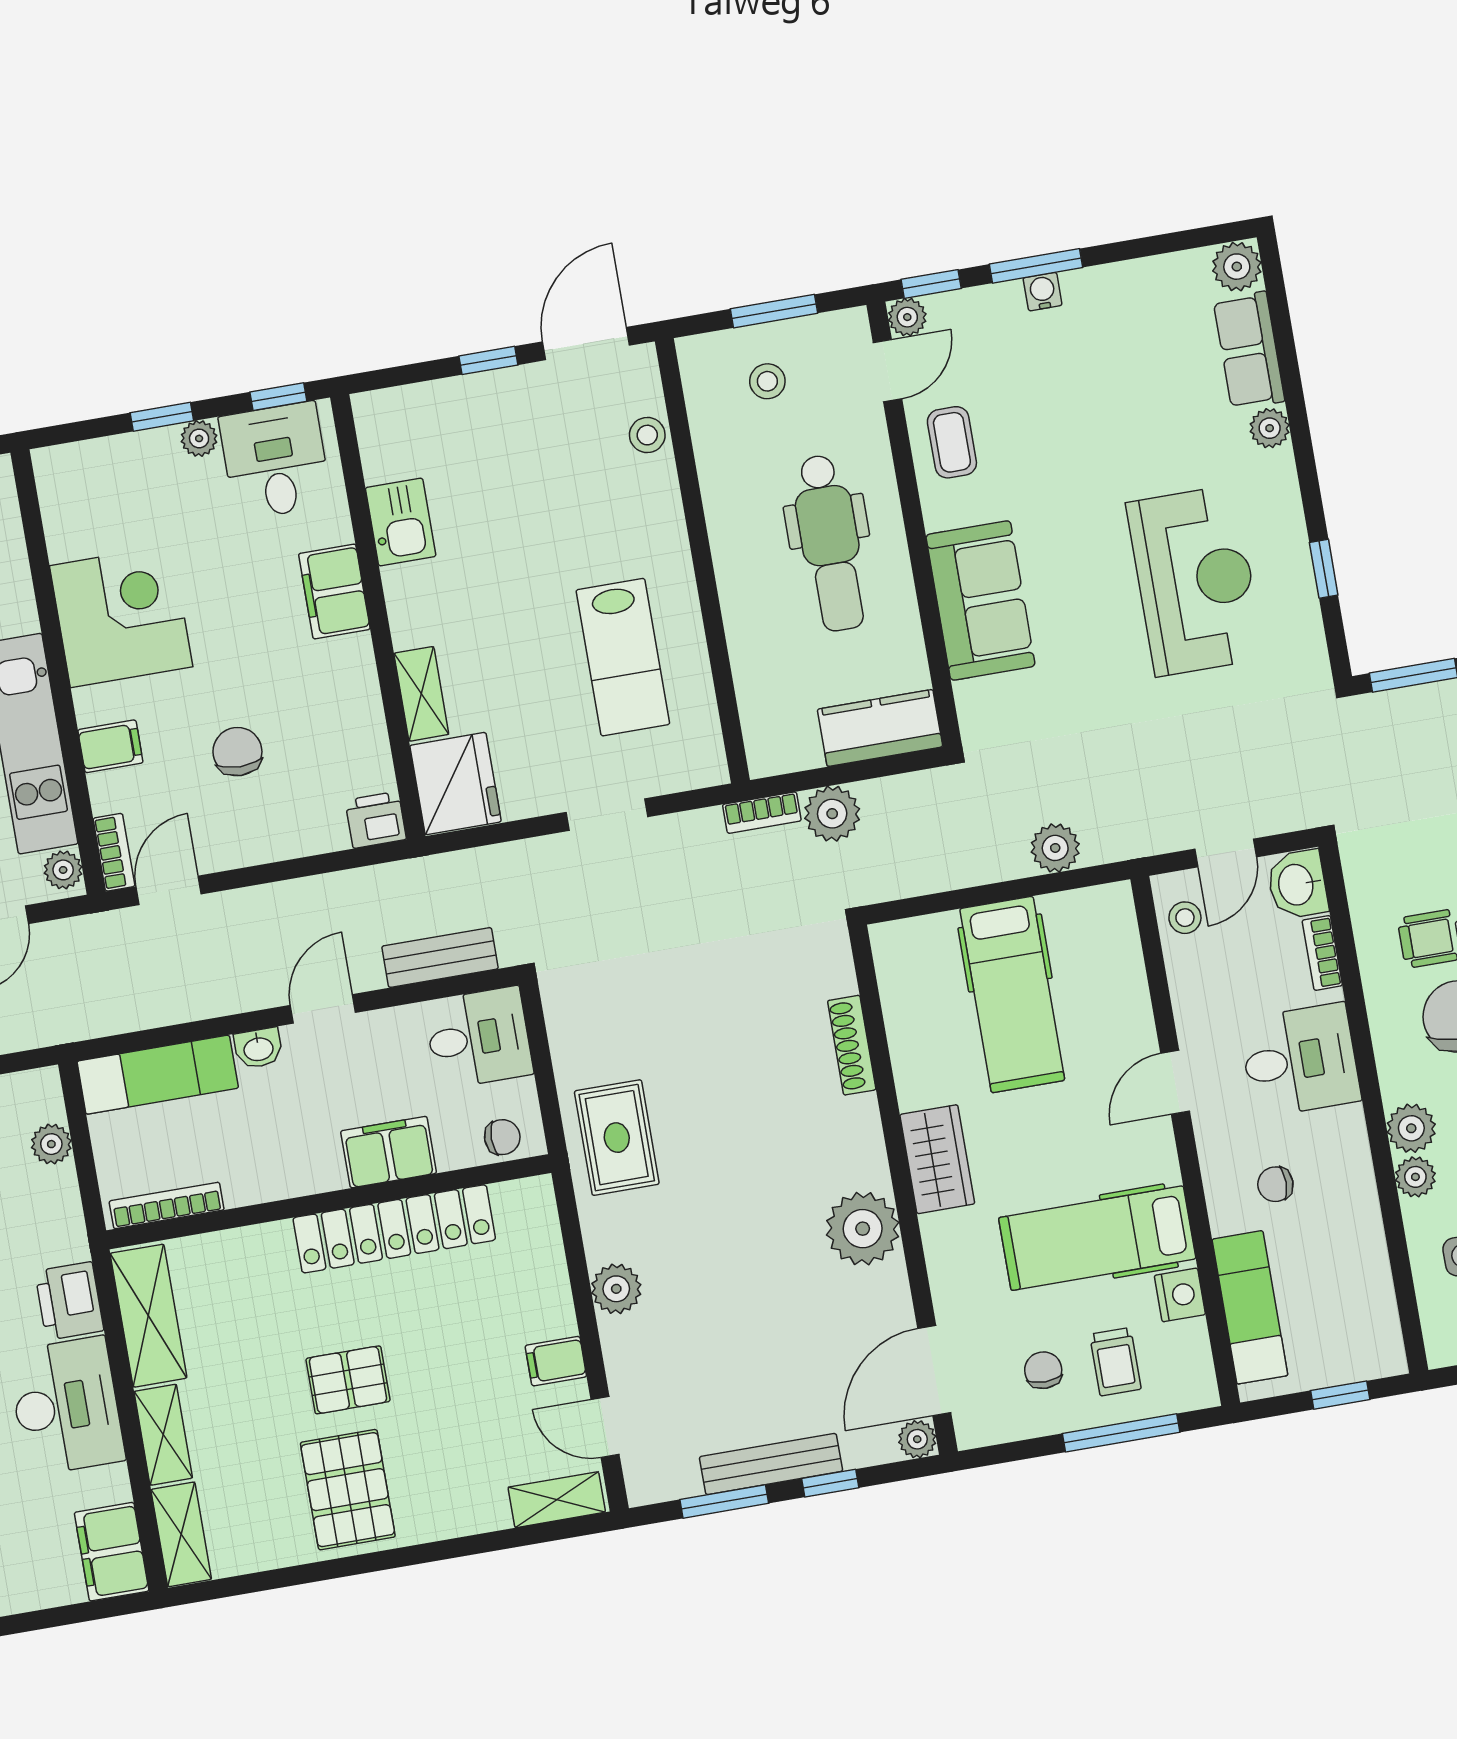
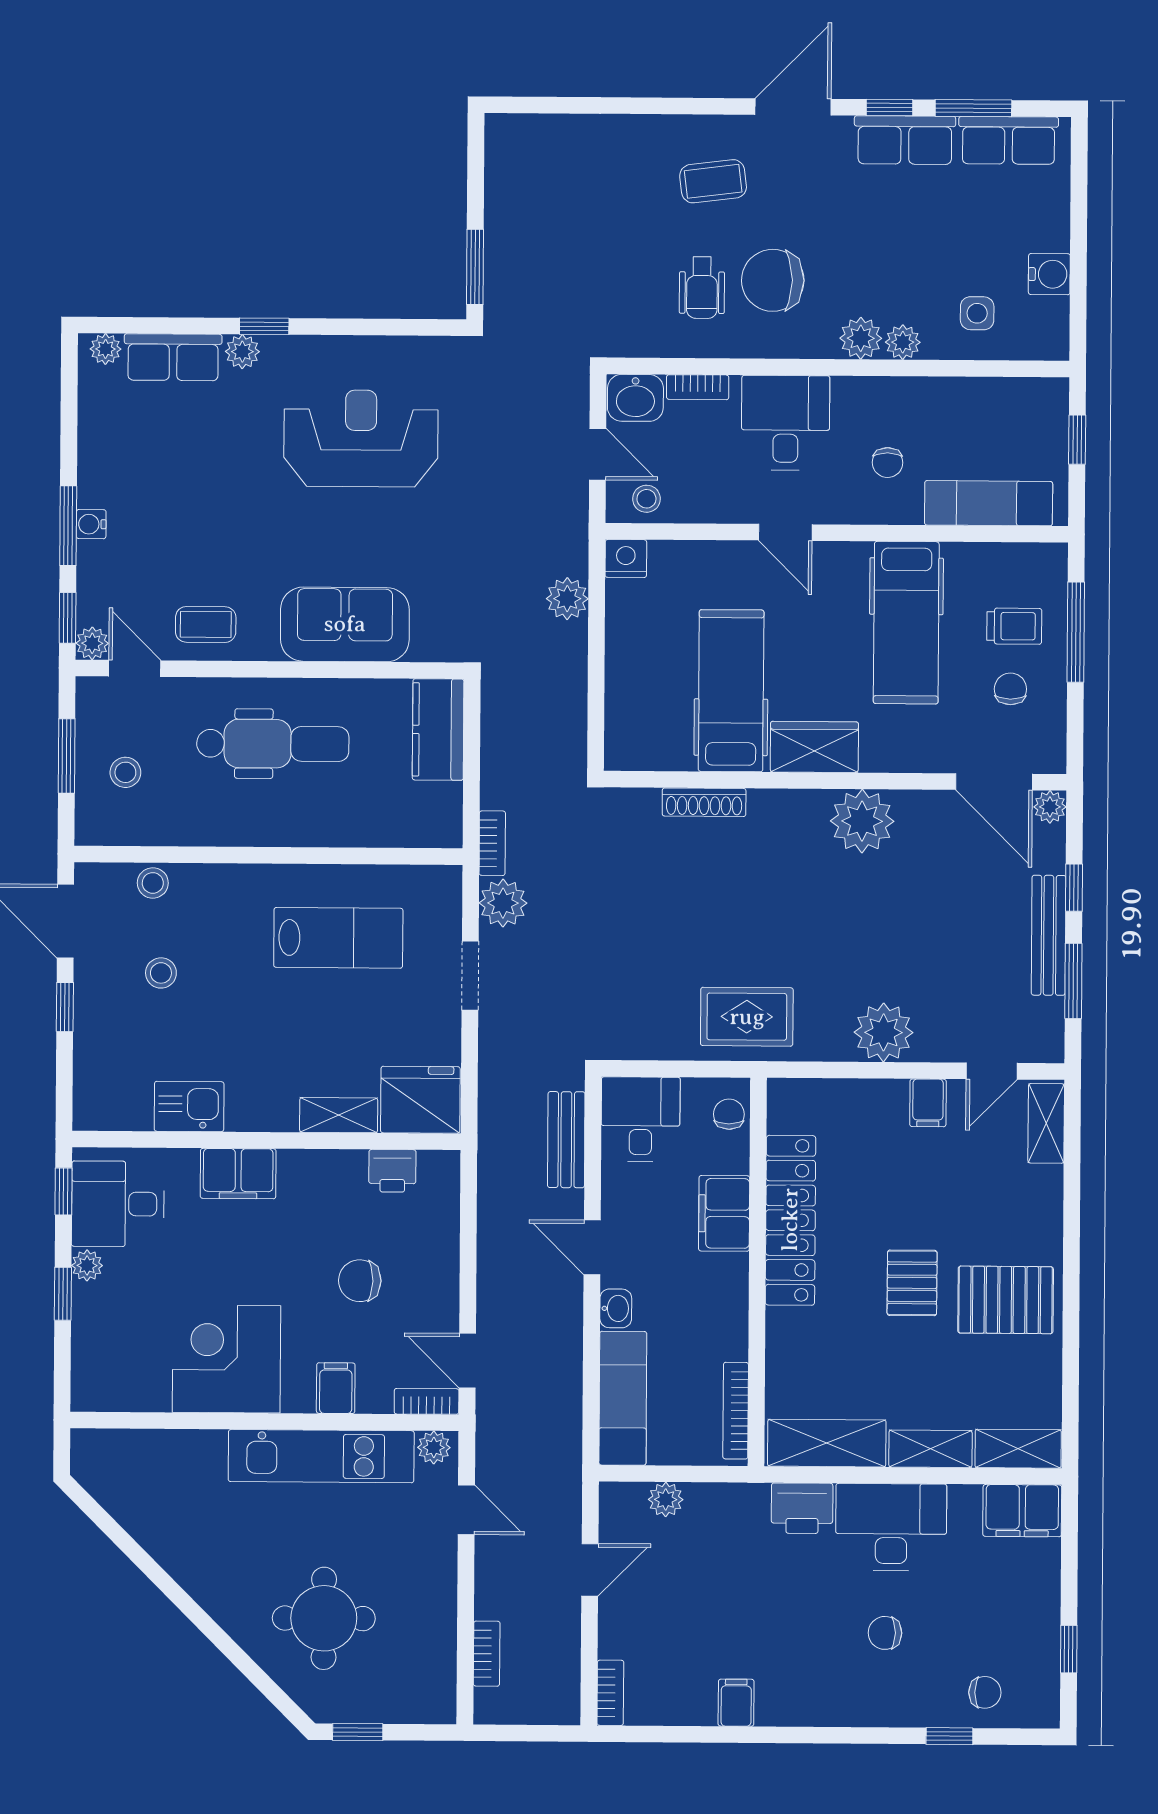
plant: (1237, 267) -> (106, 349), width x0.73, depth x0.73
stool: (547, 463) -> (161, 973), added
window: (1324, 569) -> (264, 326), moved
plant: (832, 814) -> (503, 903), moved
printer: (376, 820) -> (392, 1171), moved, turned -90
hospital bed: (1012, 994) -> (731, 691), moved, turned -90
plant: (616, 1289) -> (884, 1032), width x1.36, depth x1.36
nightstand: (1180, 1295) -> (626, 559), moved
chair: (1043, 1370) -> (1010, 689), turned 90

